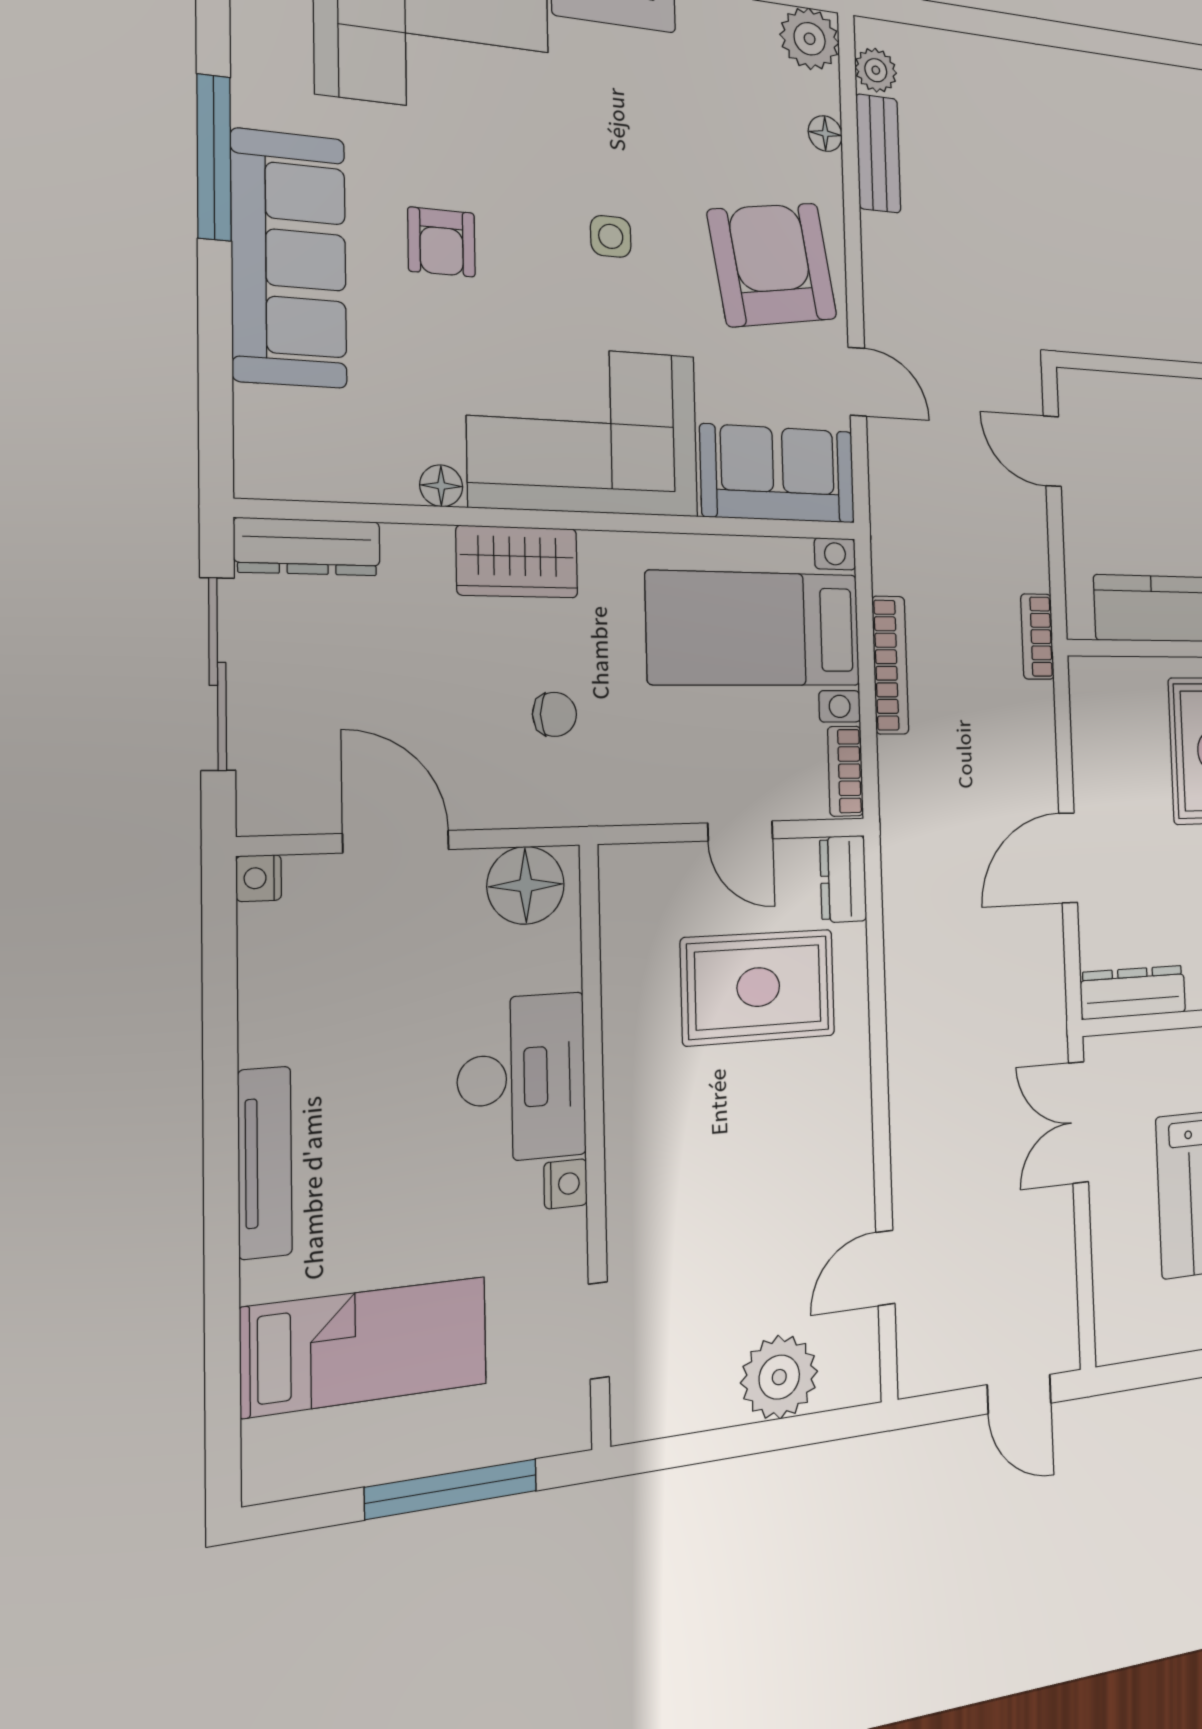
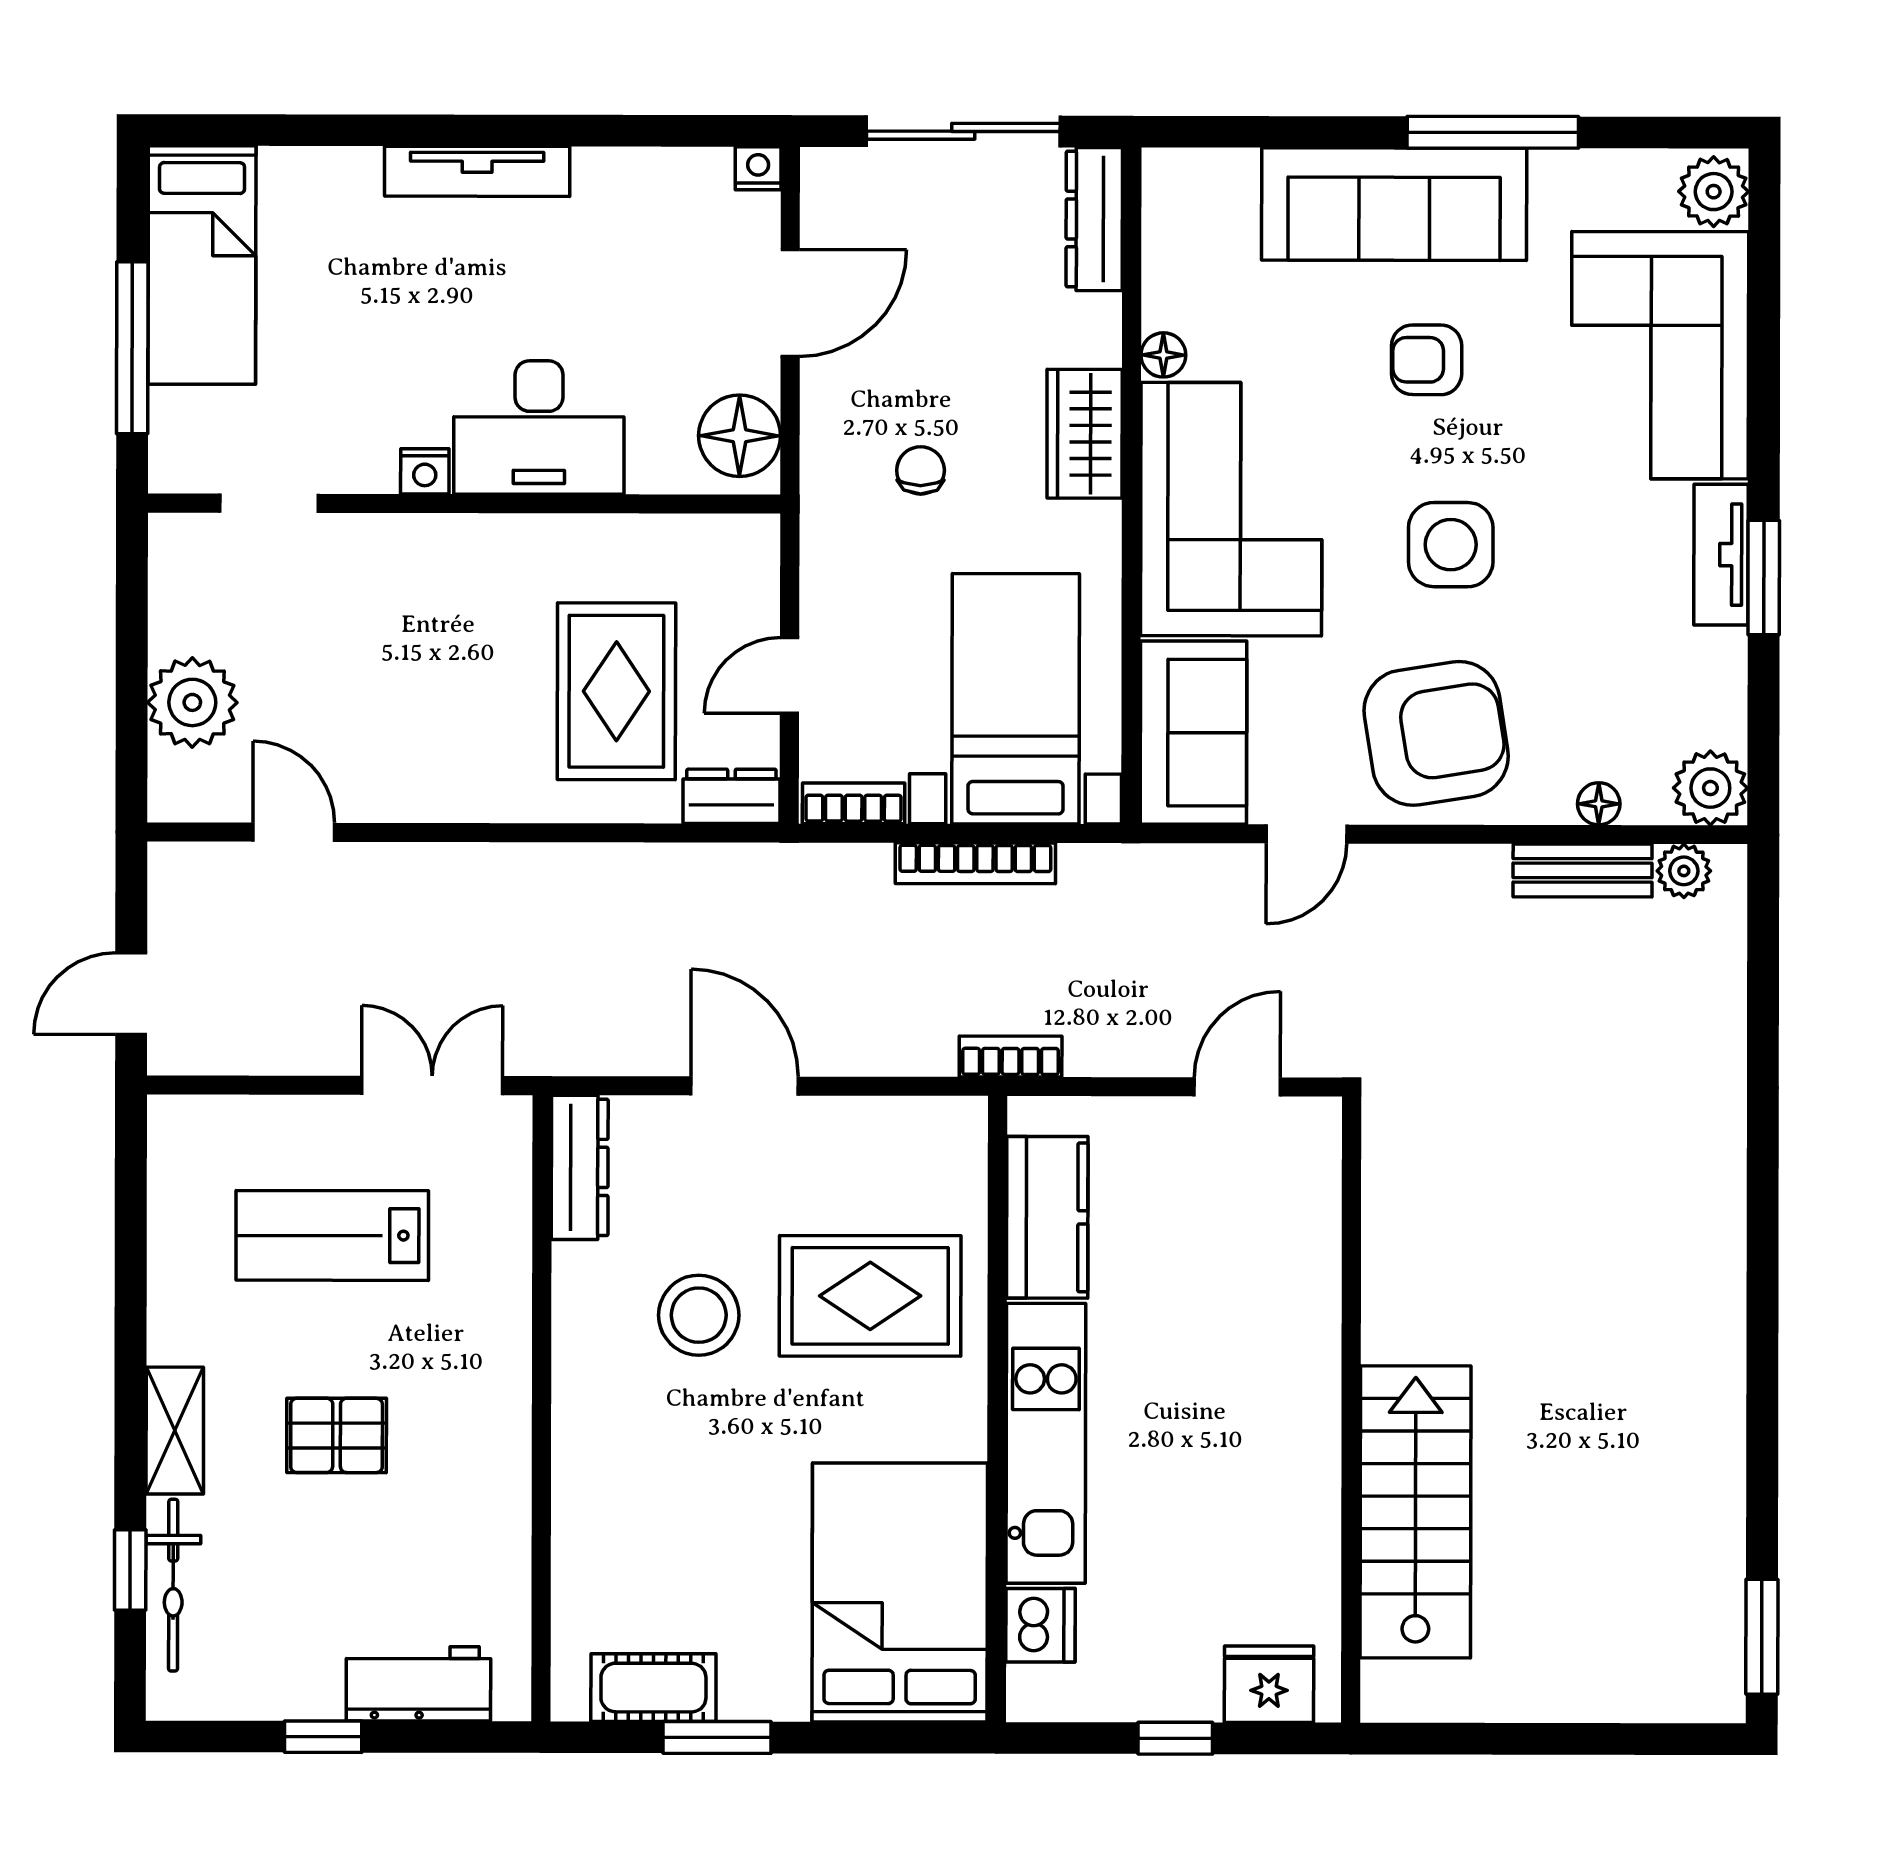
side table: (611, 236) -> (1451, 545), width x1.87, depth x1.87
chair: (555, 714) -> (921, 470), turned 180
bed: (365, 1346) -> (202, 265), moved

